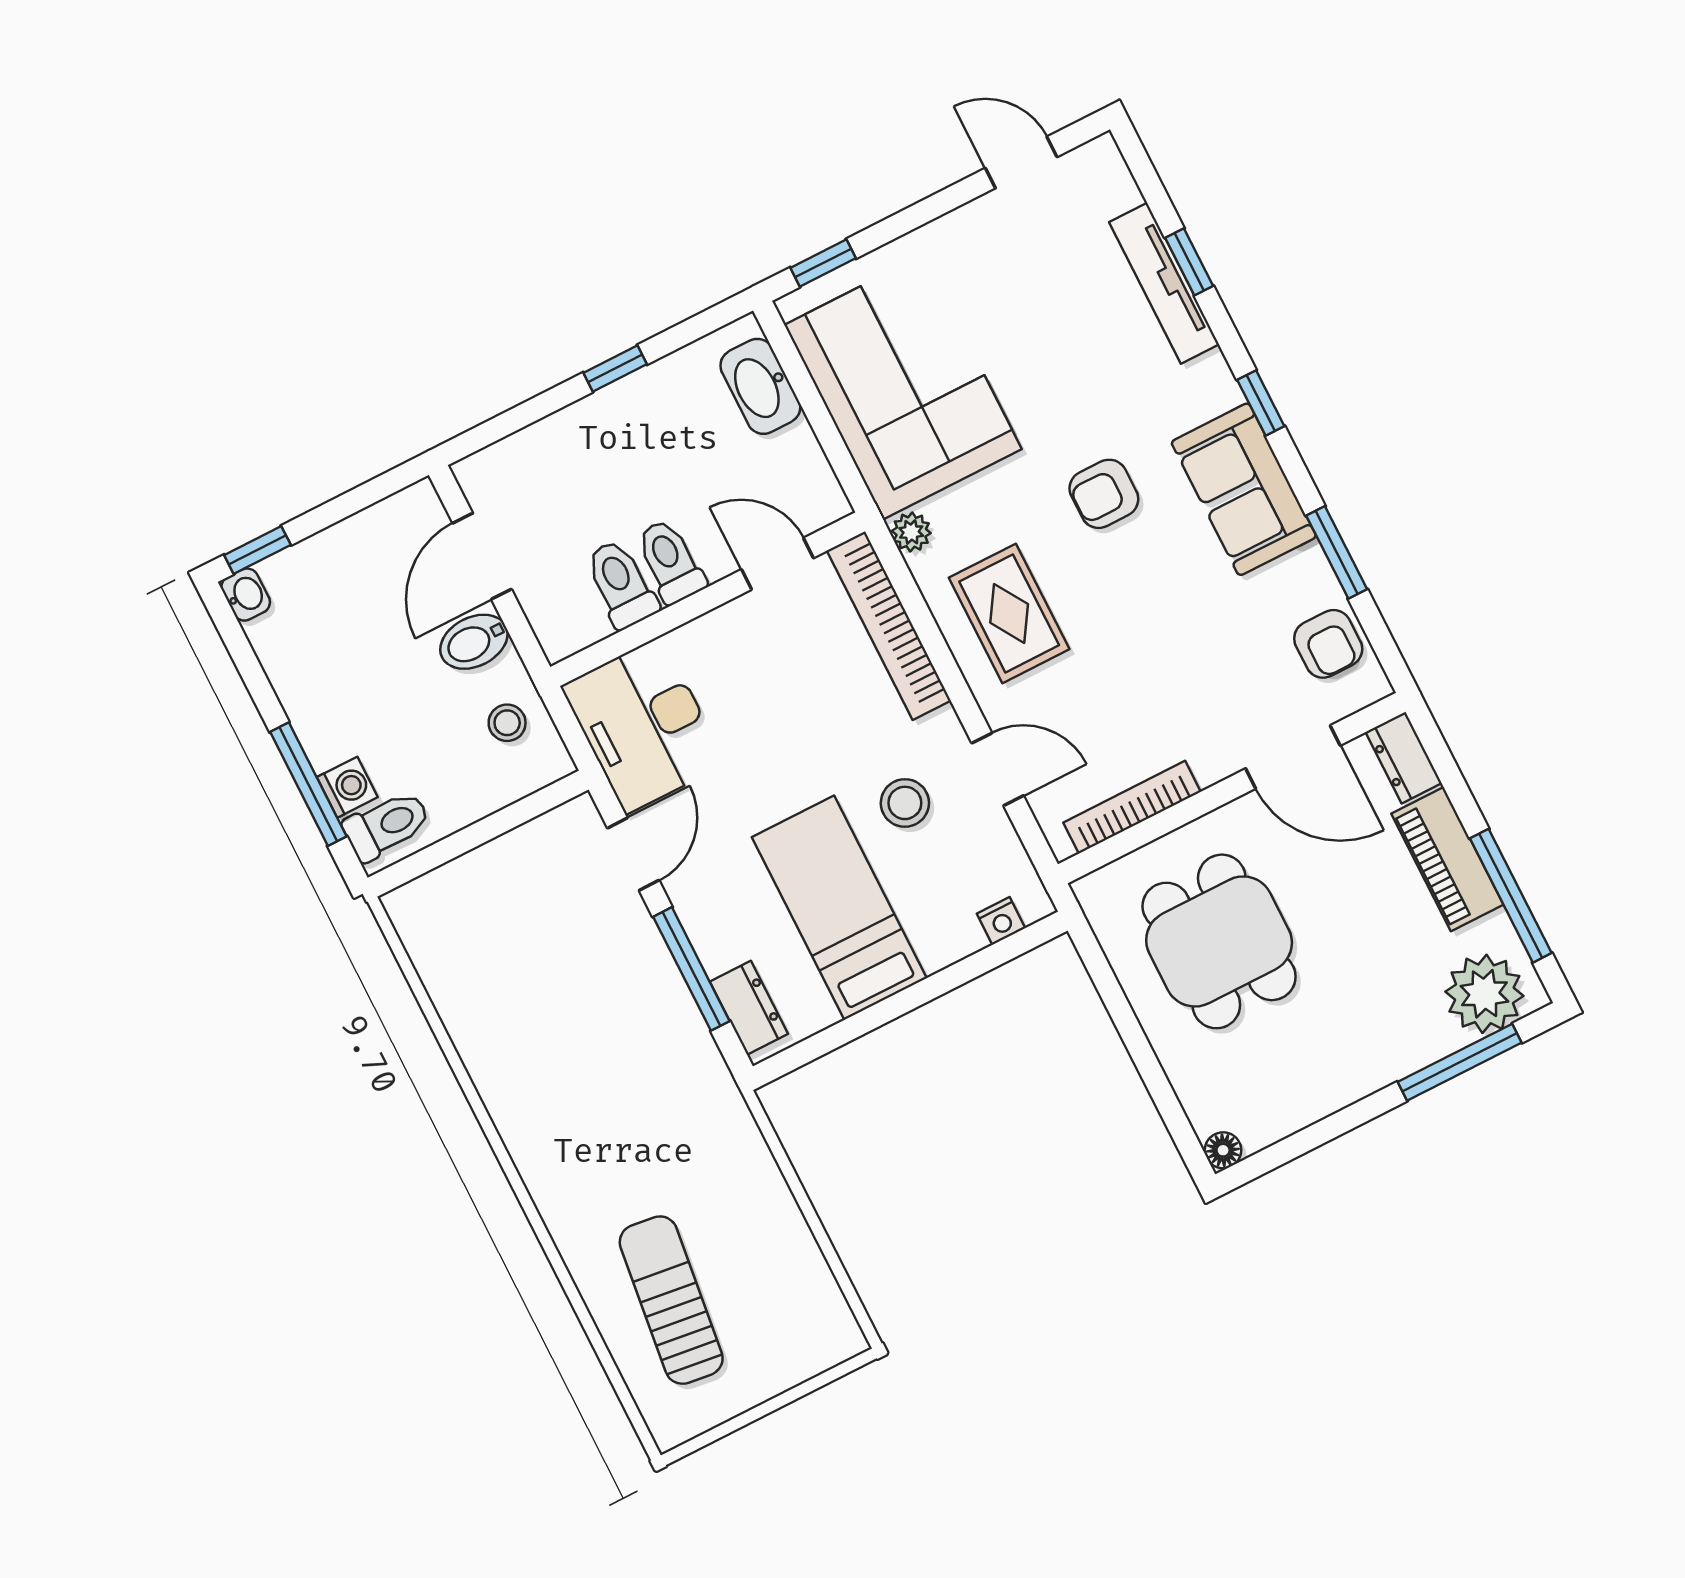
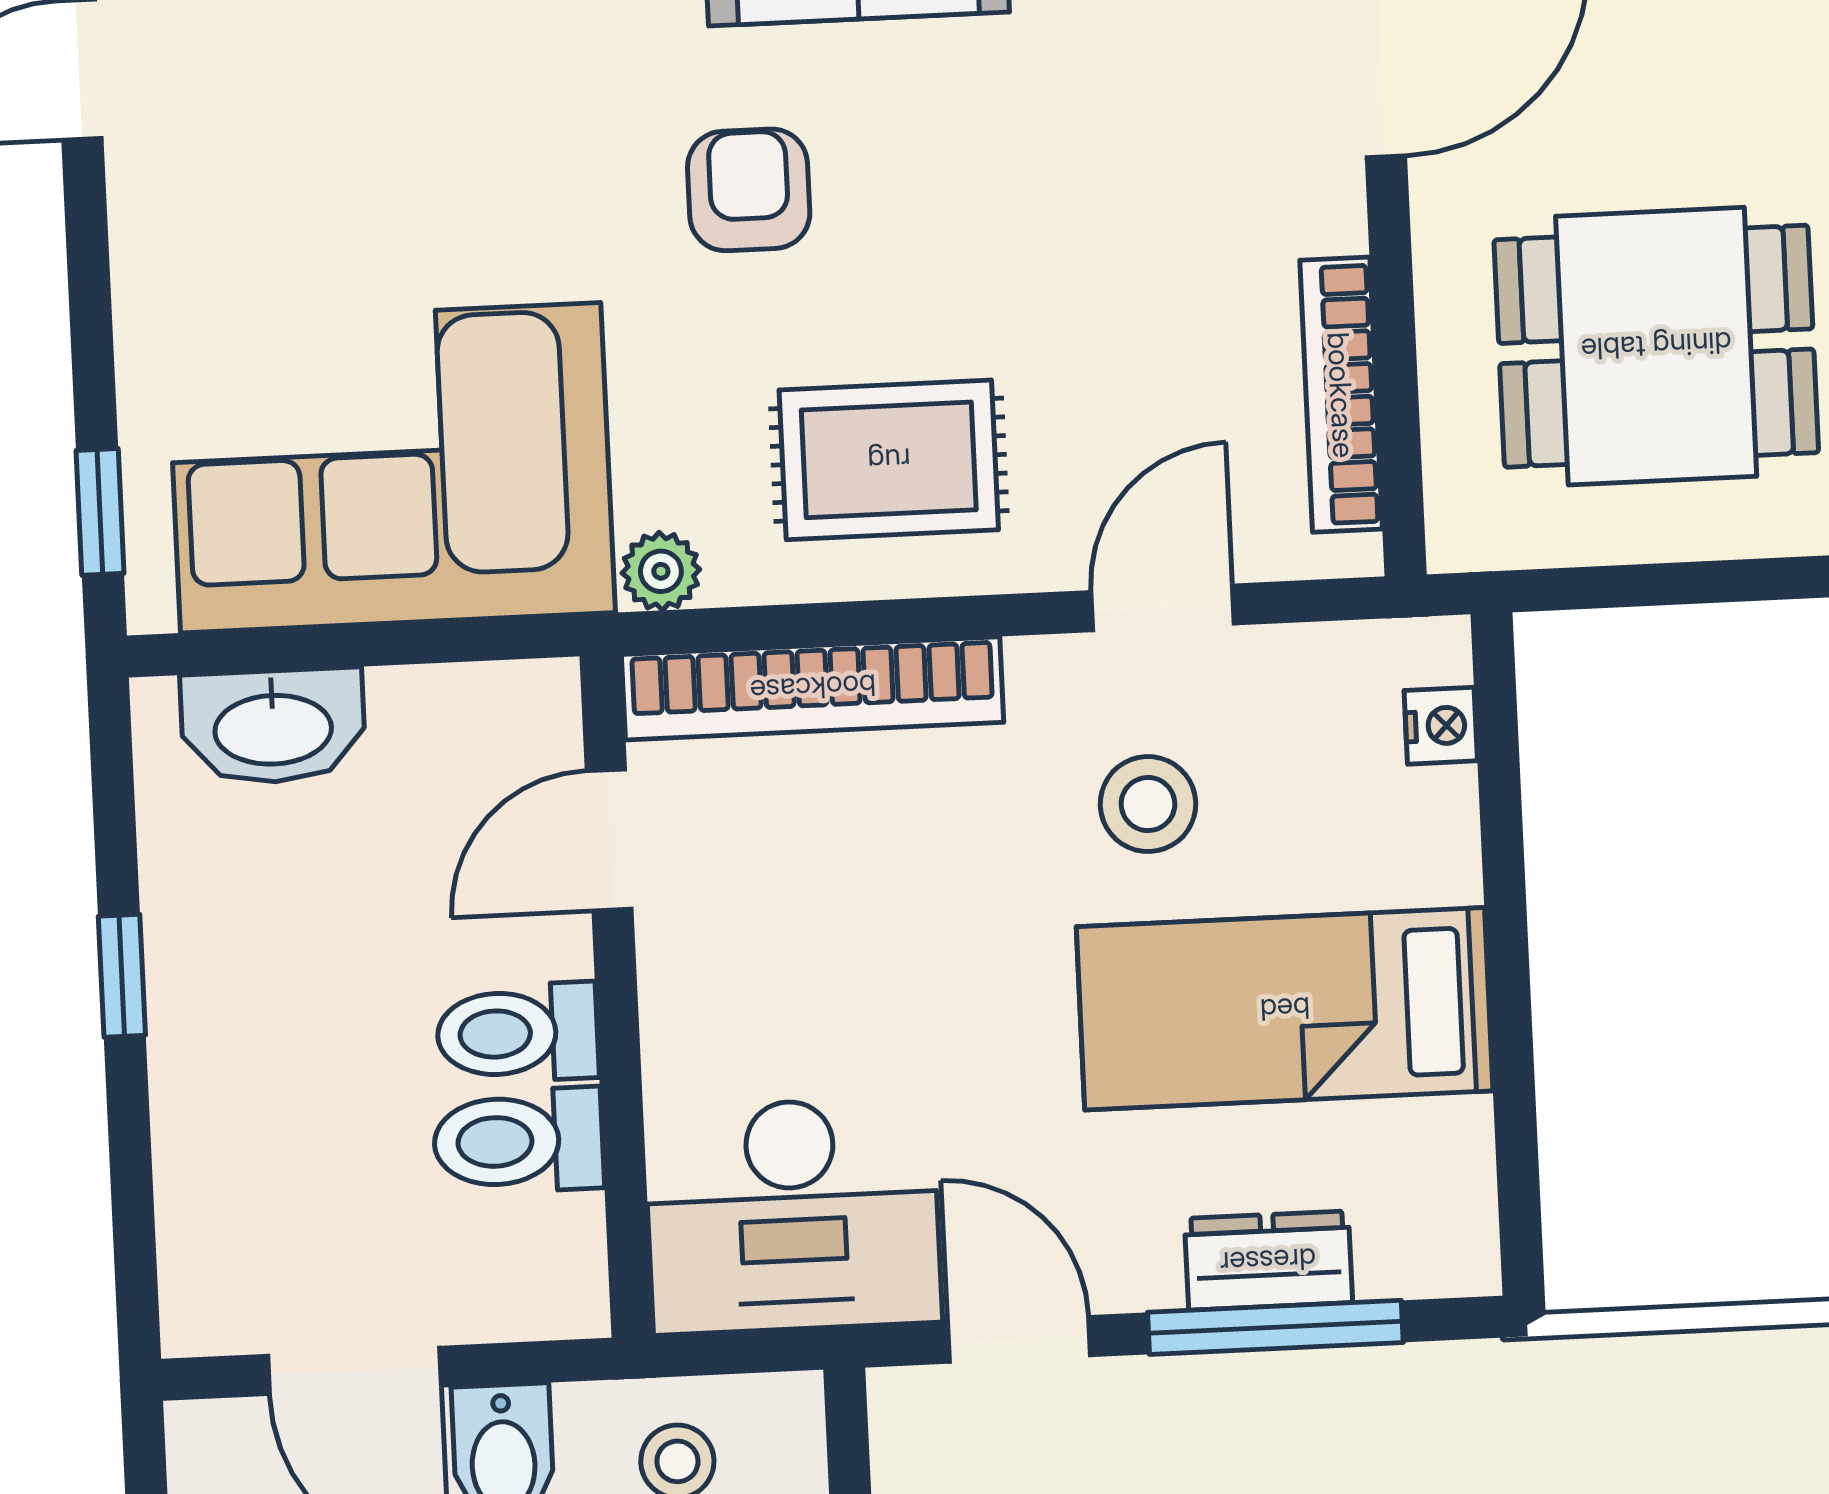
armchair: (1104, 494) -> (749, 190), turned 180
dresser: (749, 1008) -> (1268, 1261), moved

